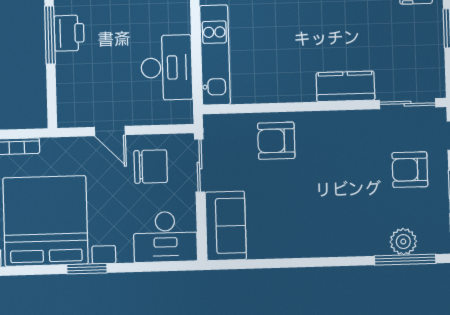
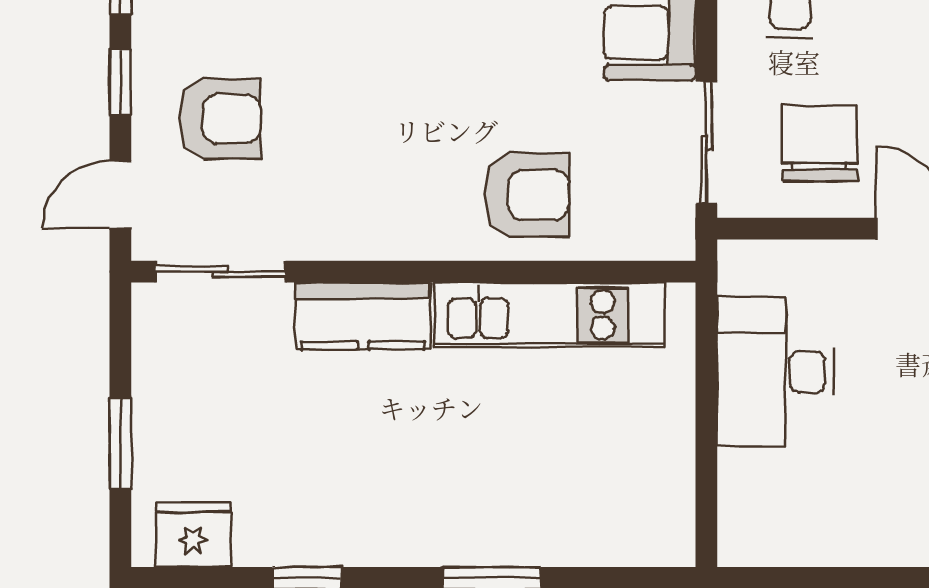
kitchen unit: (215, 55) -> (550, 315), moved, turned -90
chair: (151, 167) -> (820, 143), turned 90

